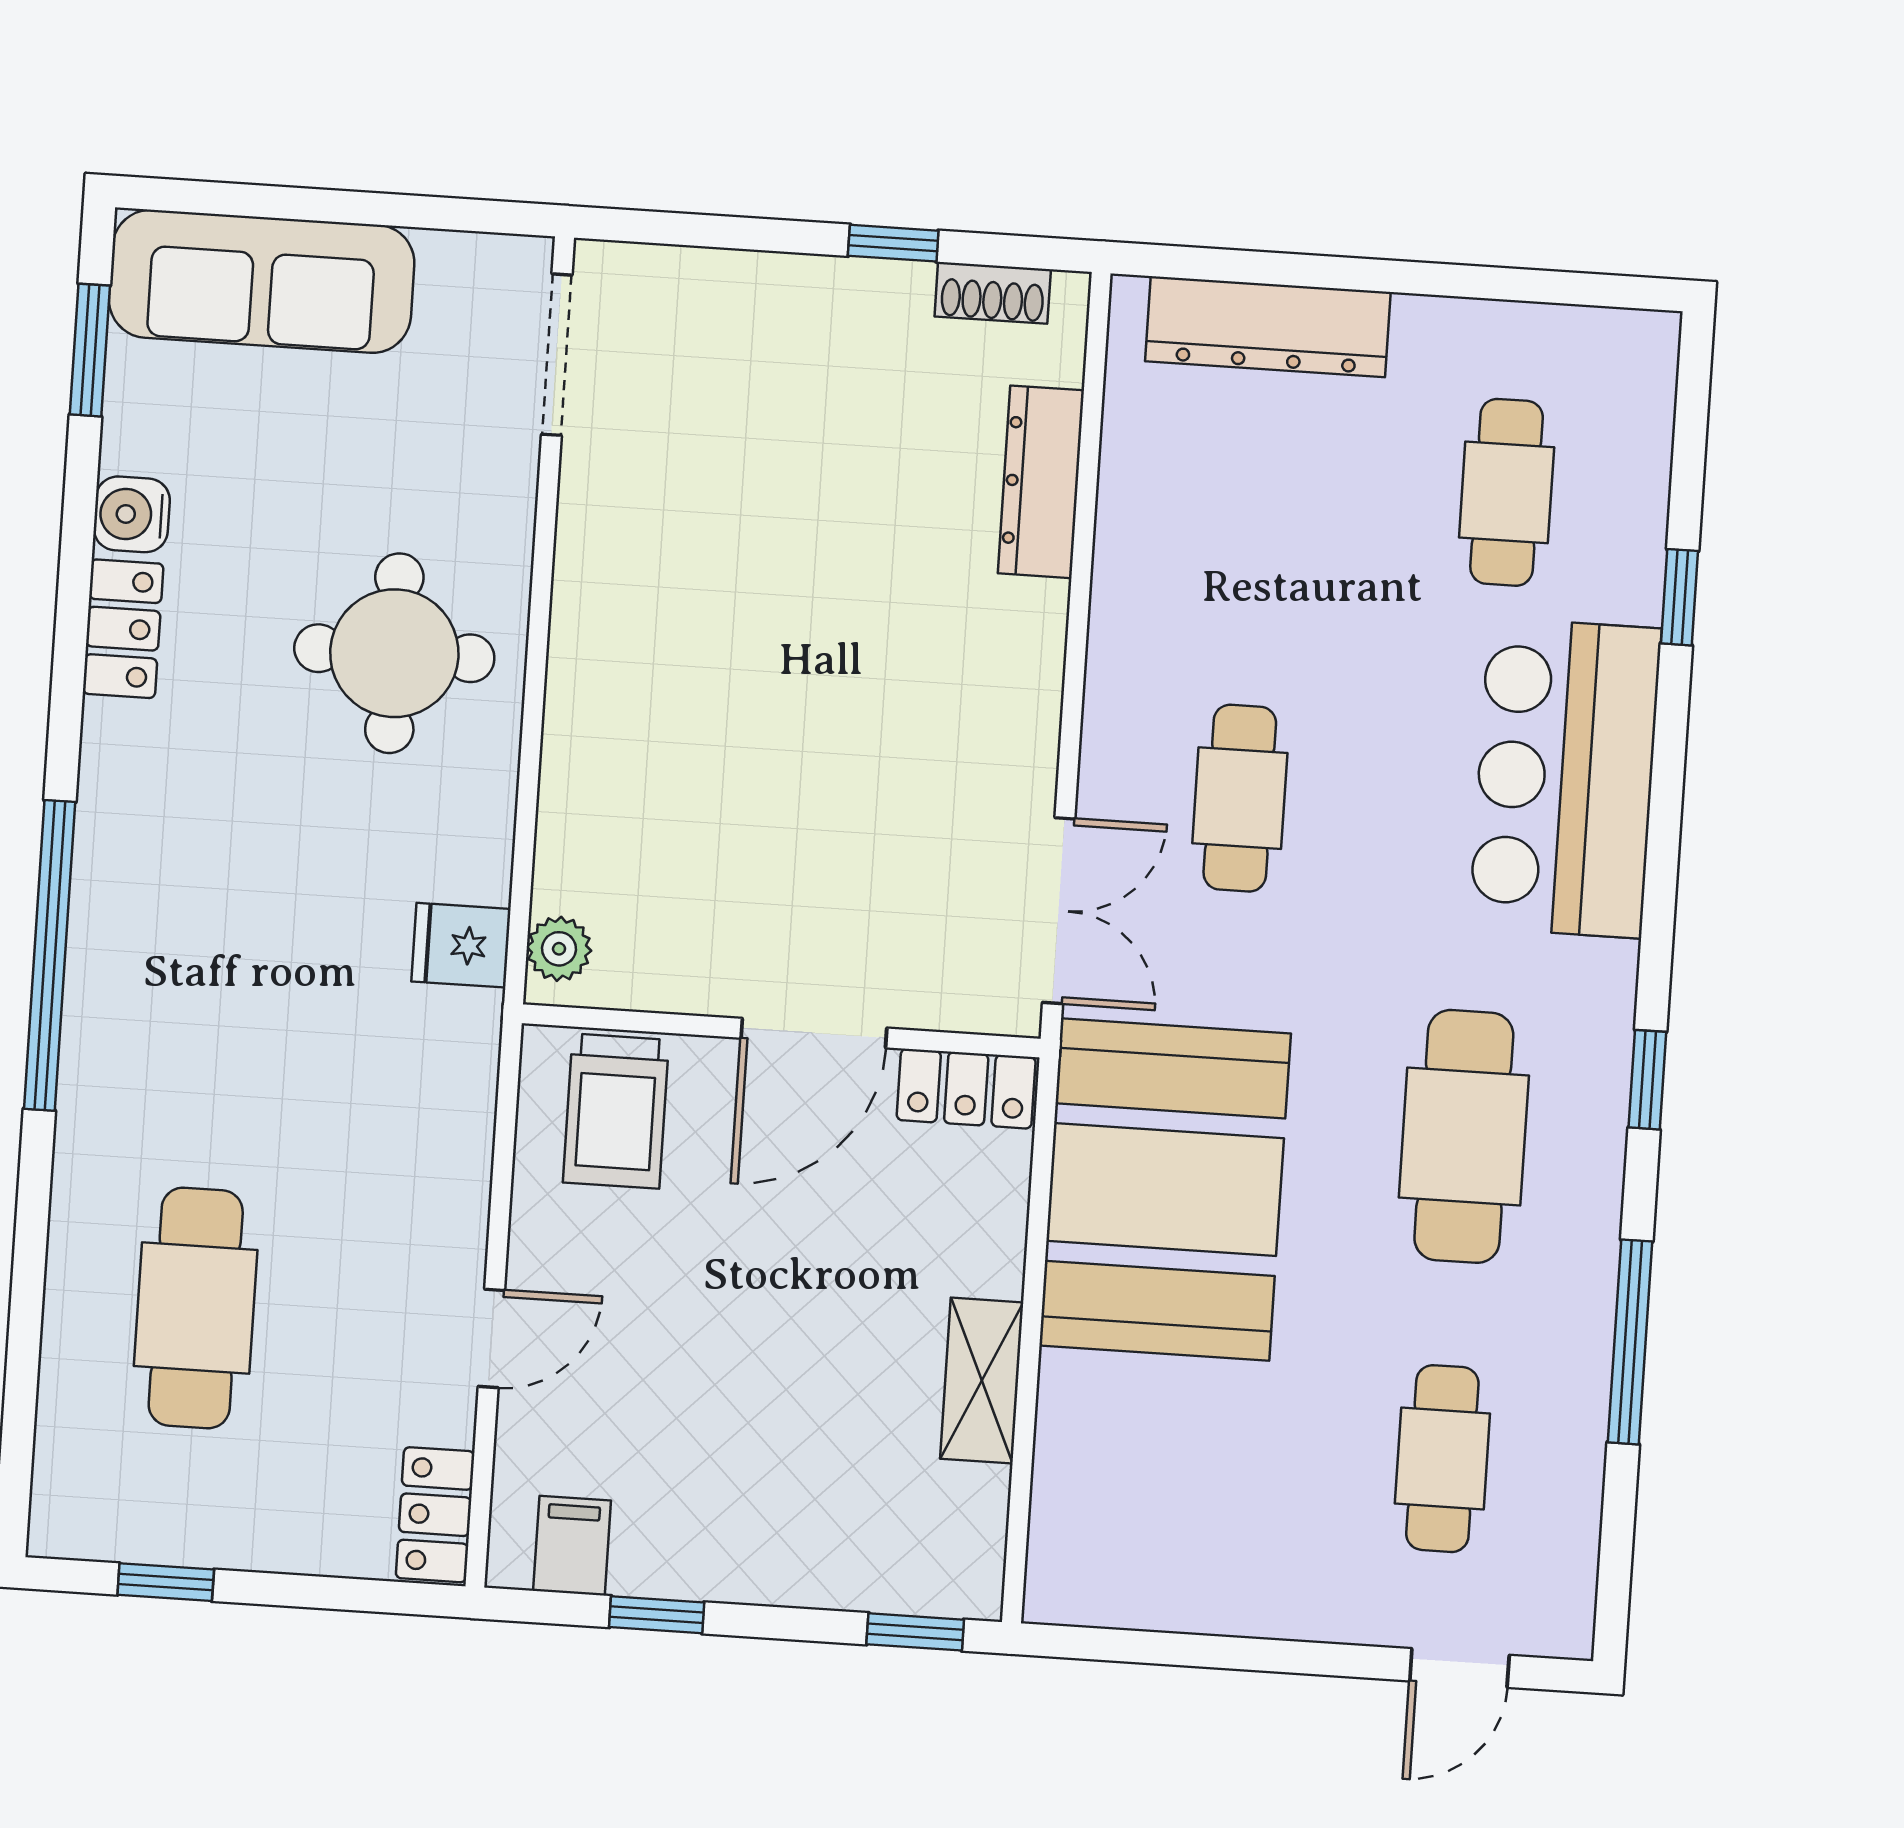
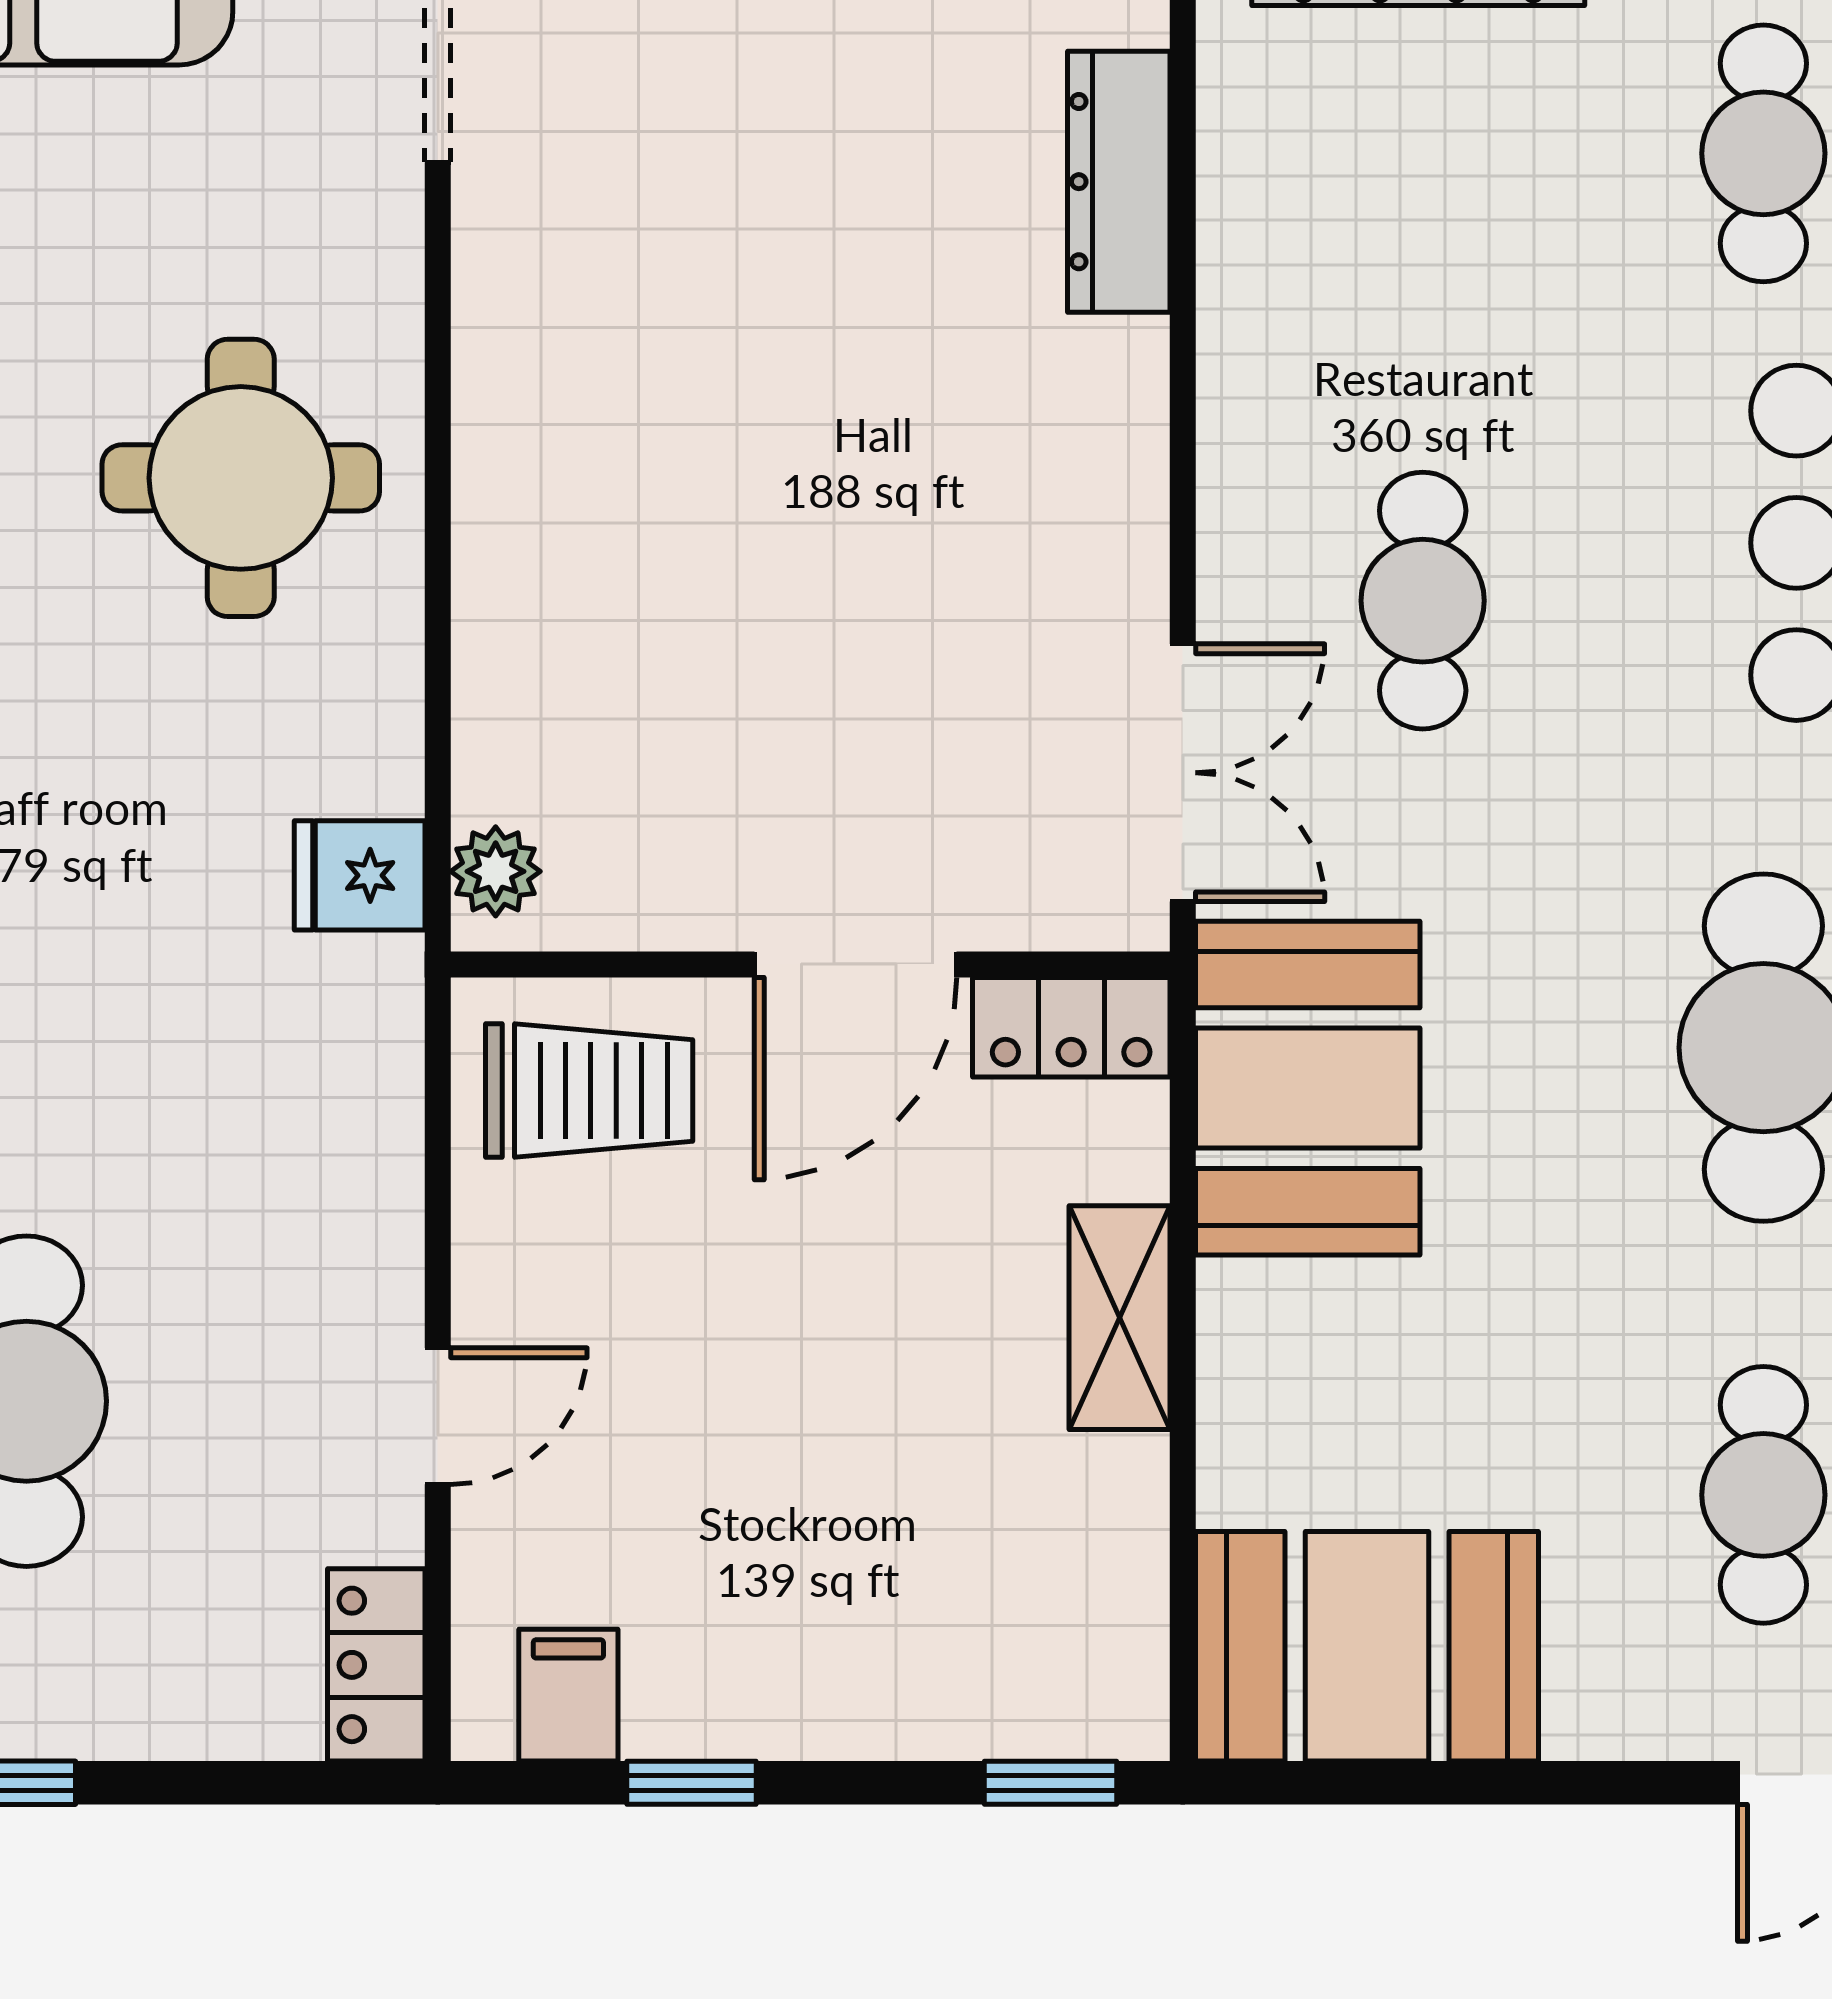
trolley: (616, 1111) -> (589, 1090), turned -90
booth: (1165, 1190) -> (1308, 1088), width x0.73, depth x0.70
shelving: (982, 1381) -> (1119, 1318), moved
booth: (1150, 1549) -> (1367, 1646), added

